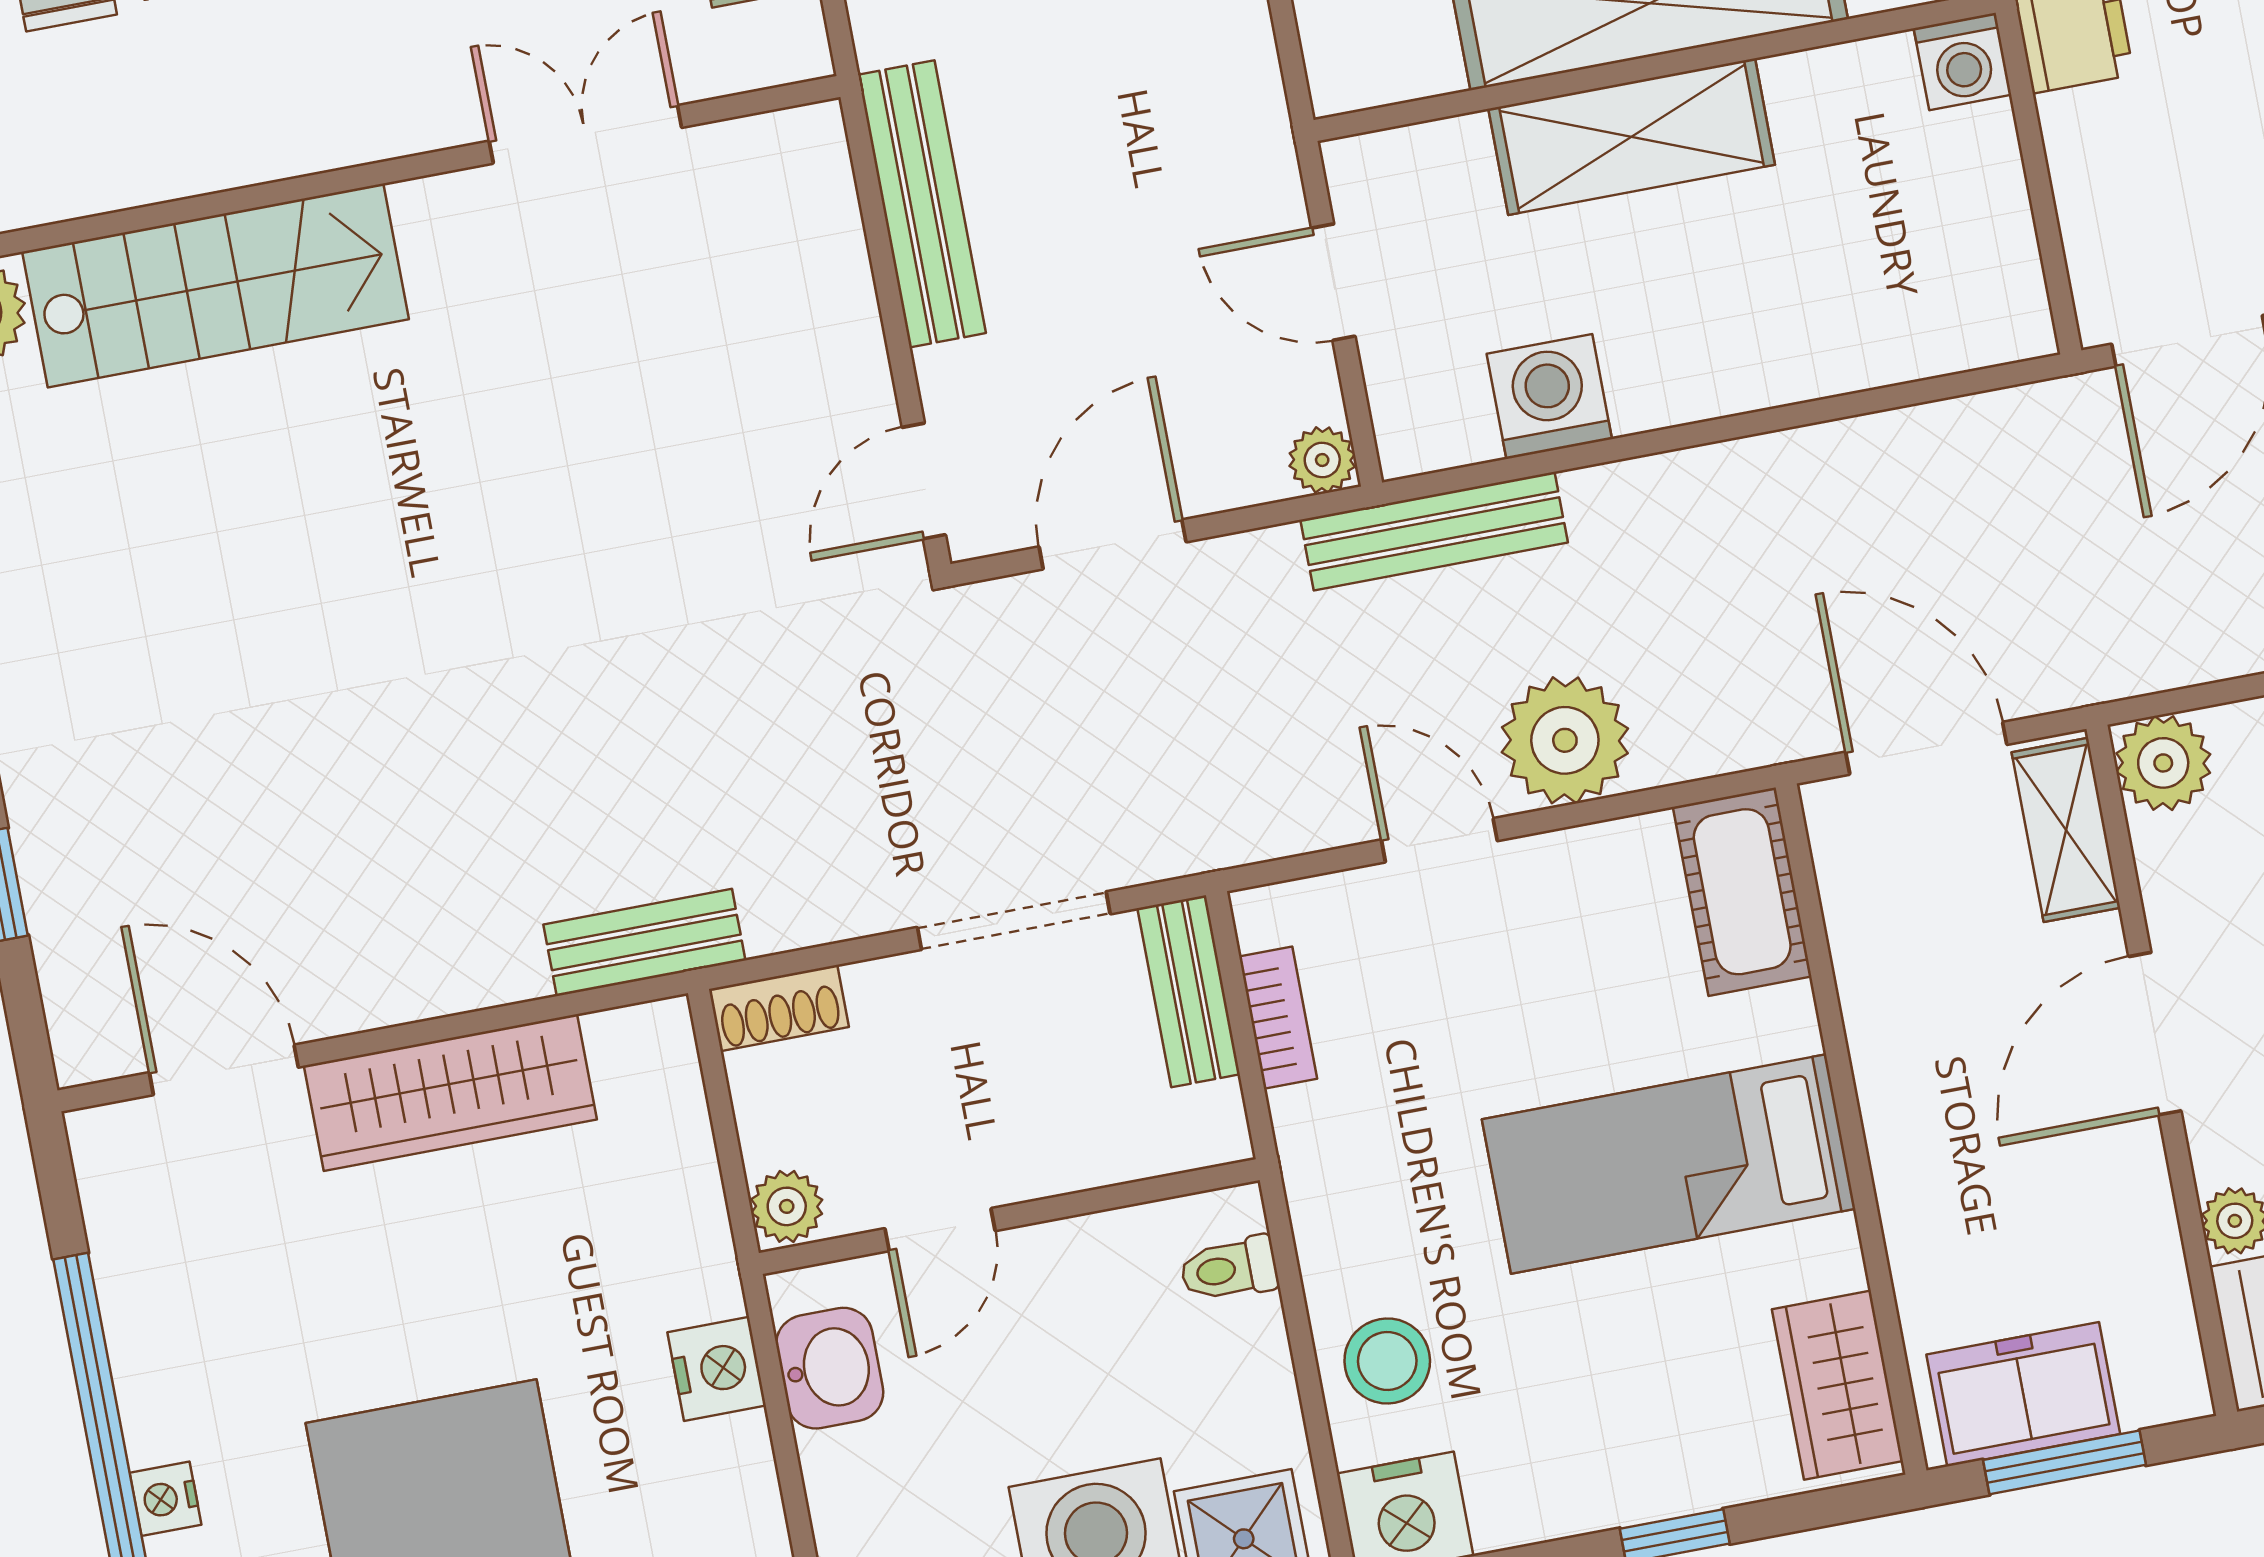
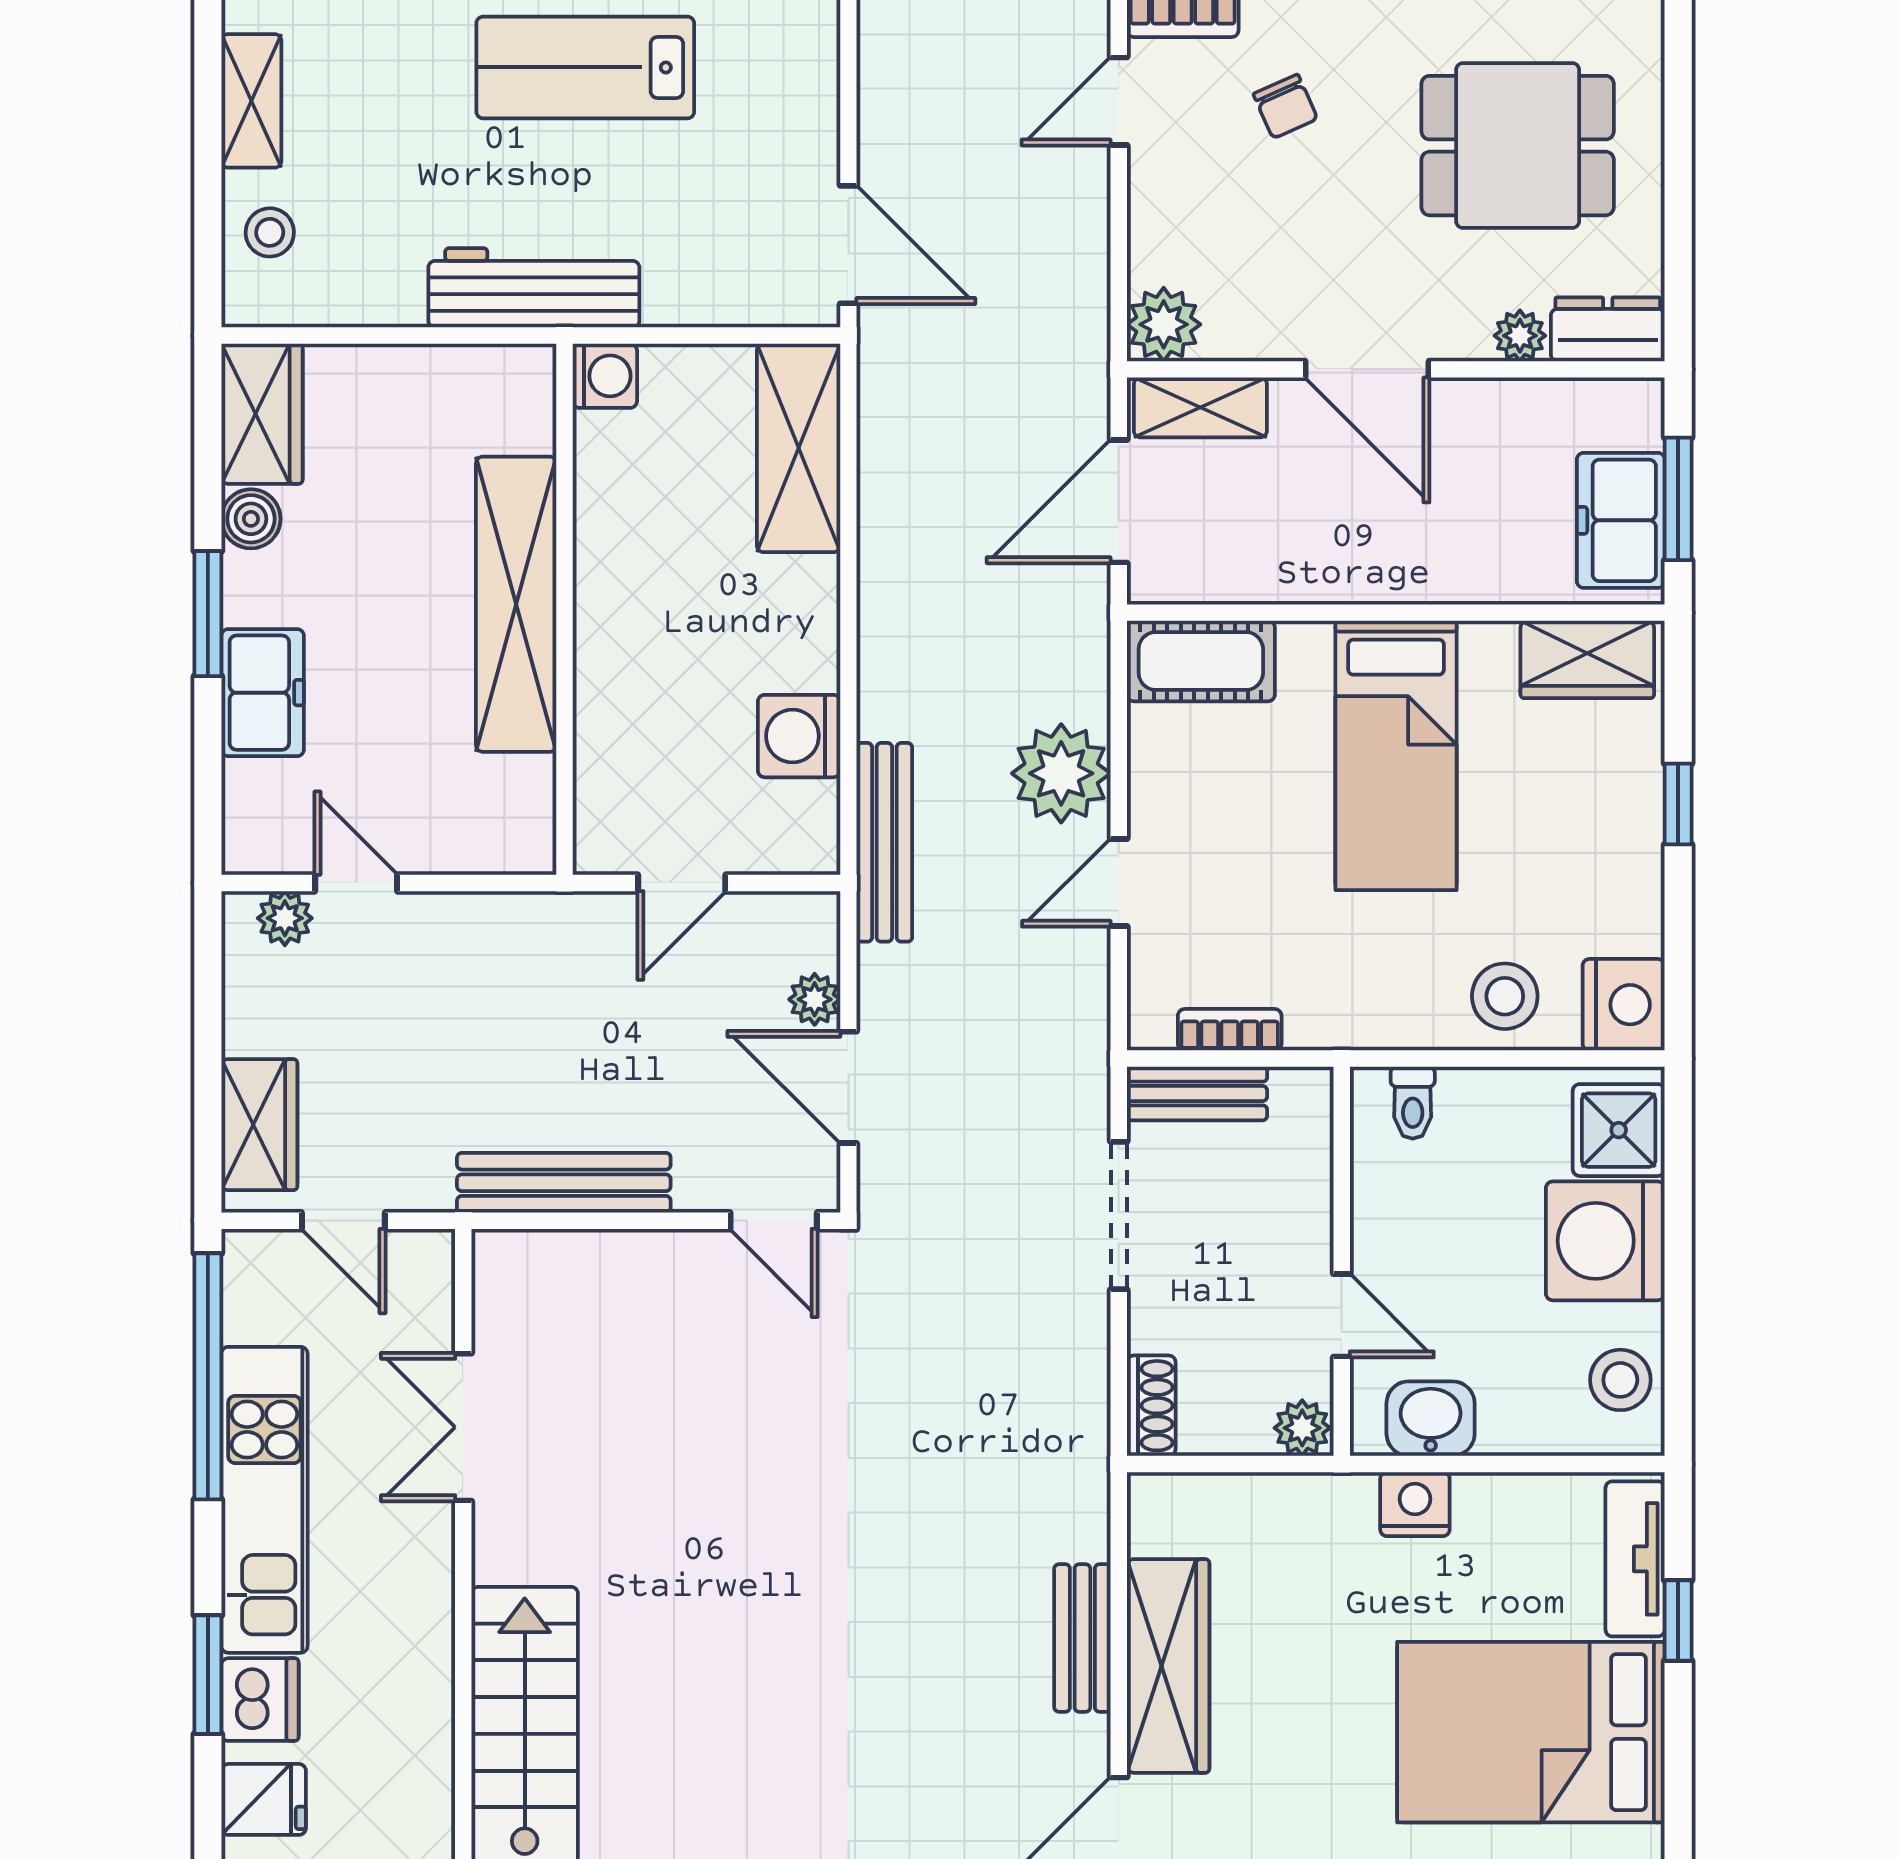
shelving: (1632, 137) -> (799, 448), moved
plant: (1322, 460) -> (815, 999), moved
bench: (644, 942) -> (1082, 1638), moved

